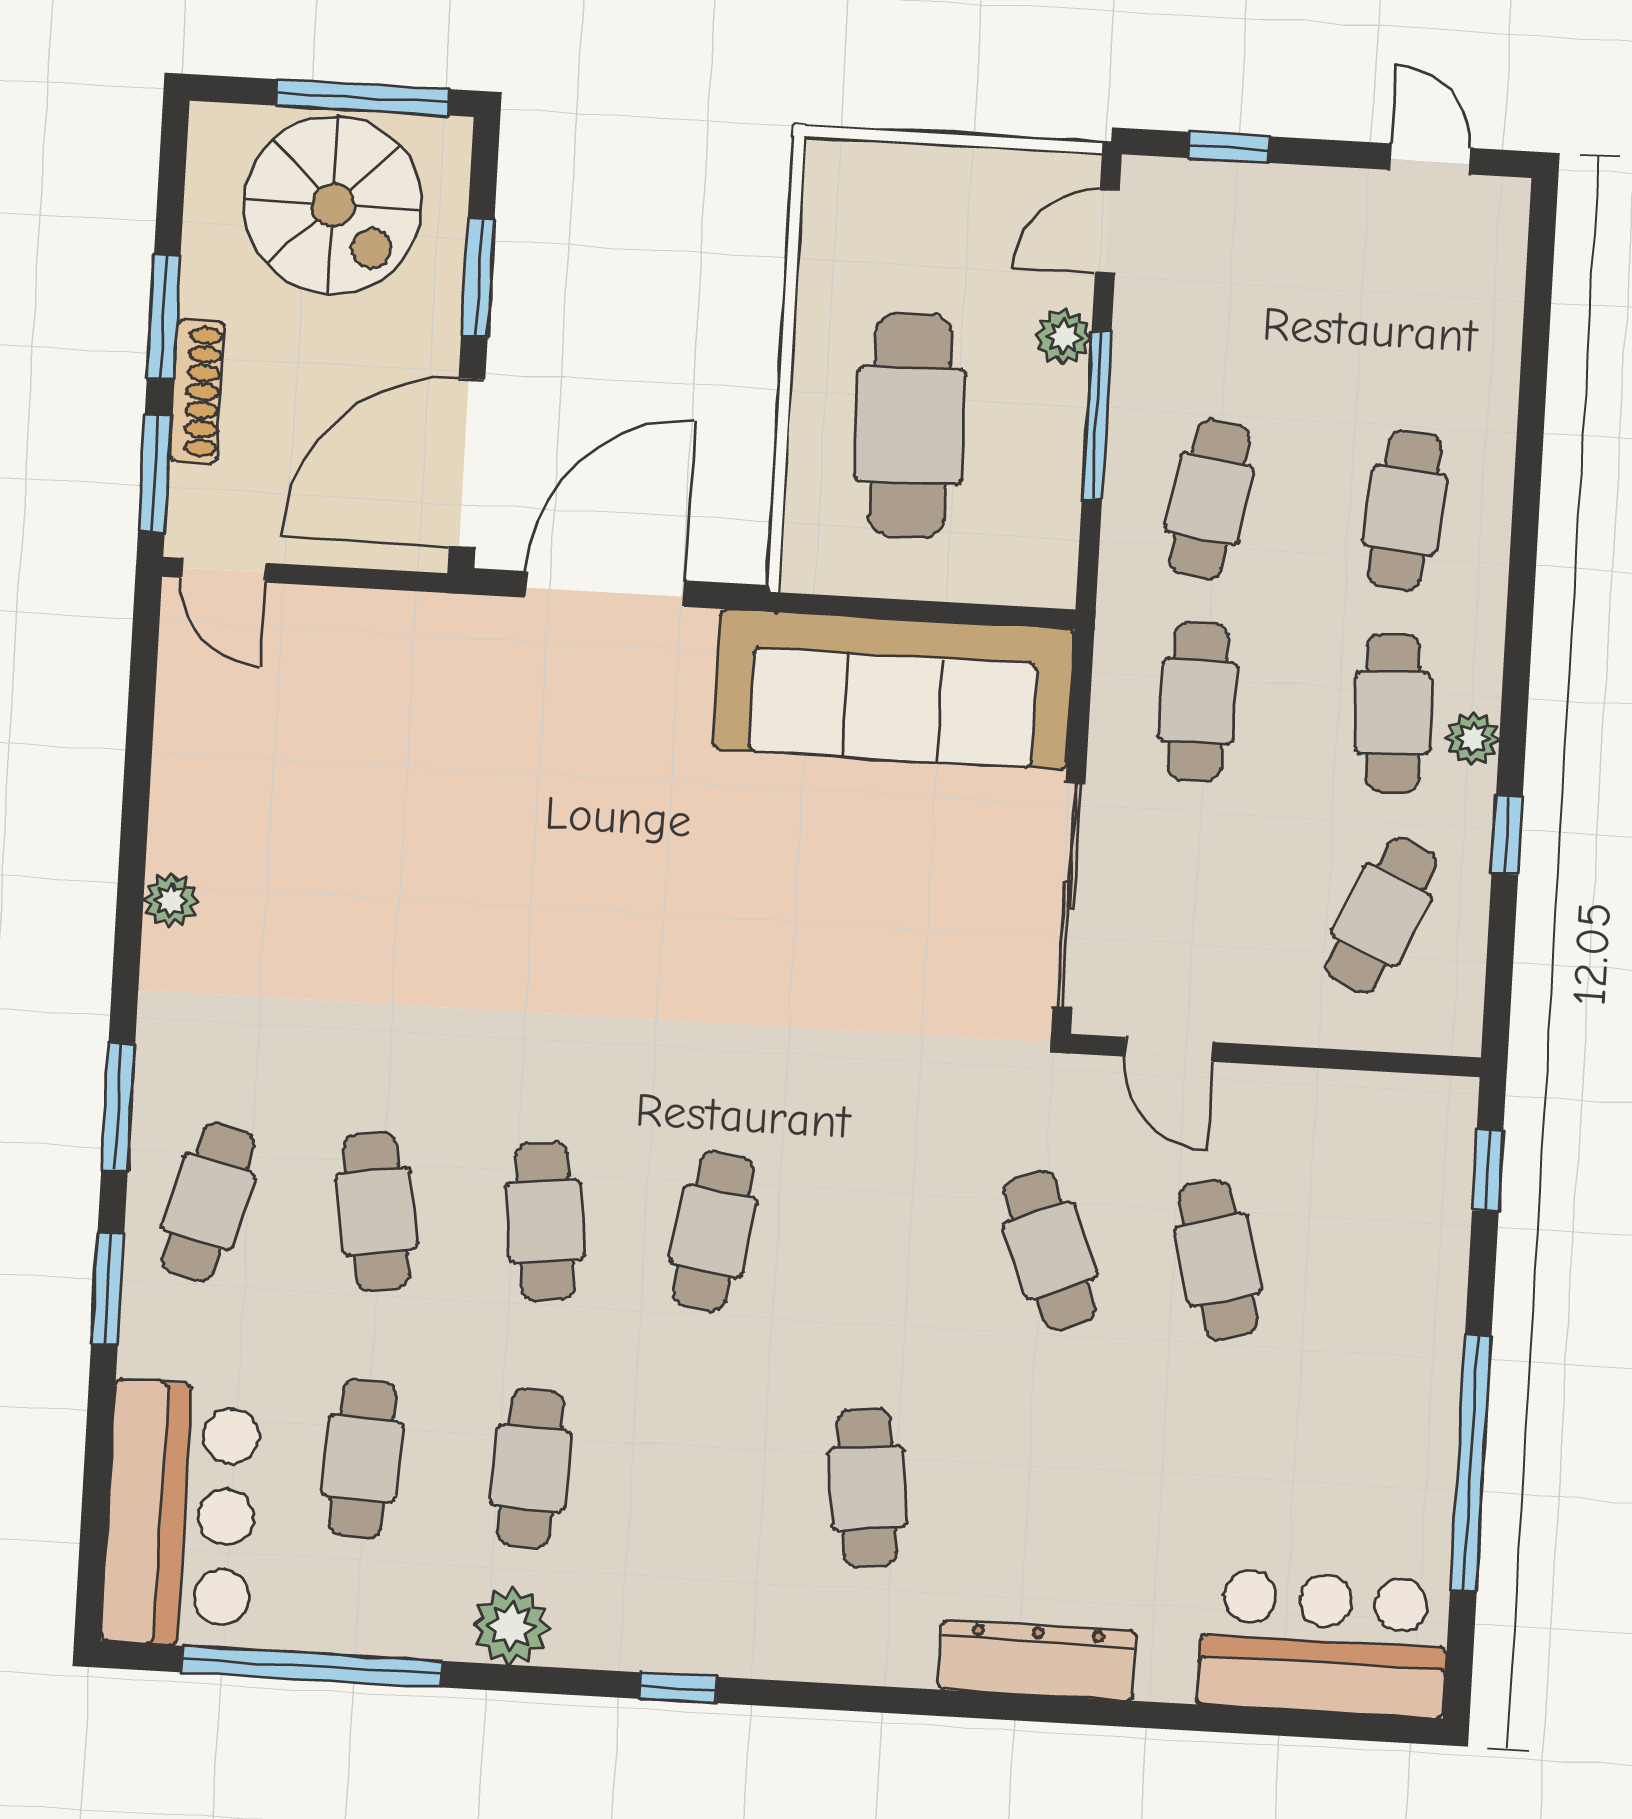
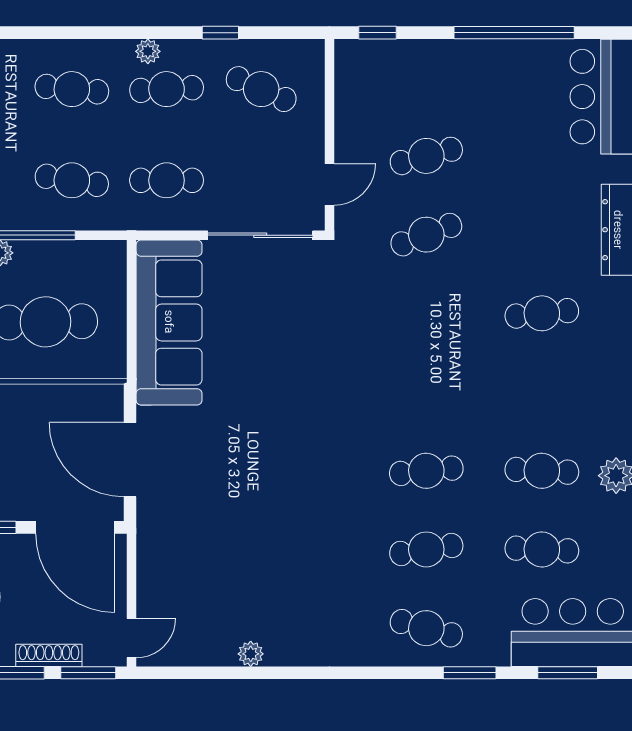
plant: (1473, 739) -> (148, 51), moved
plant: (171, 900) -> (251, 654), moved
window: (118, 1107) -> (568, 673), moved
cafe table: (713, 1231) -> (426, 392), removed

